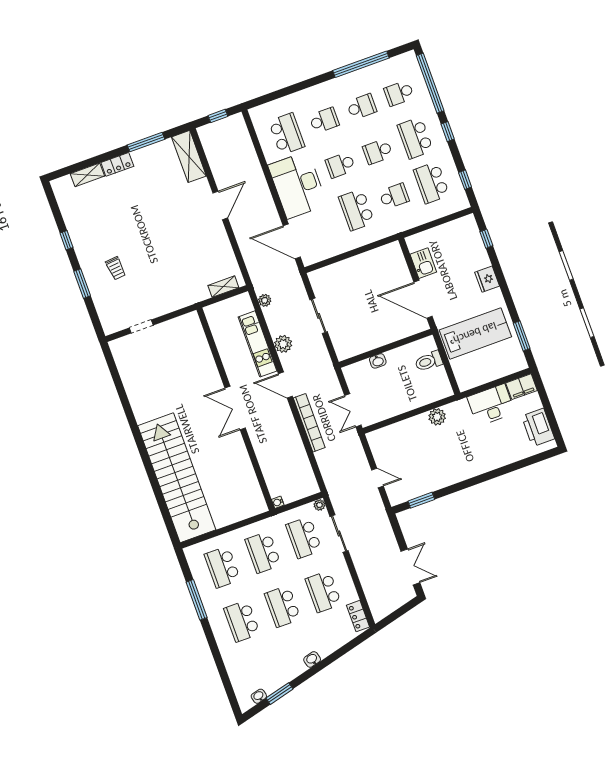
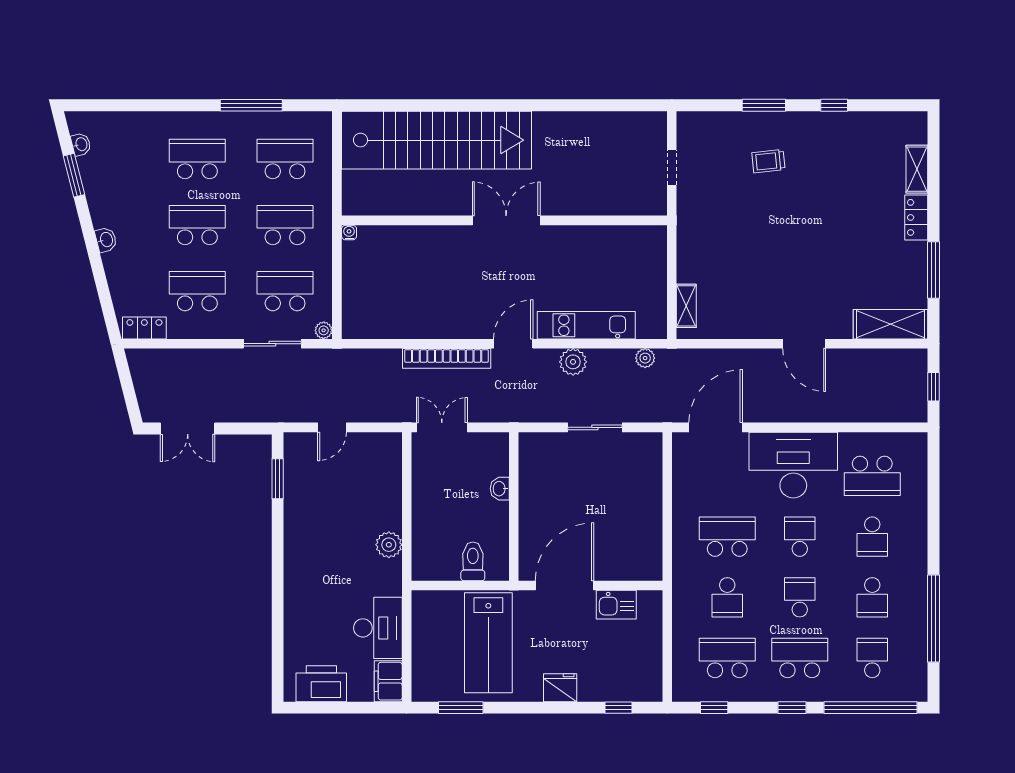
double door: (235, 408) -> (506, 220), moved
wall: (236, 409) -> (504, 220), moved
water cooler: (278, 502) -> (349, 233), moved

